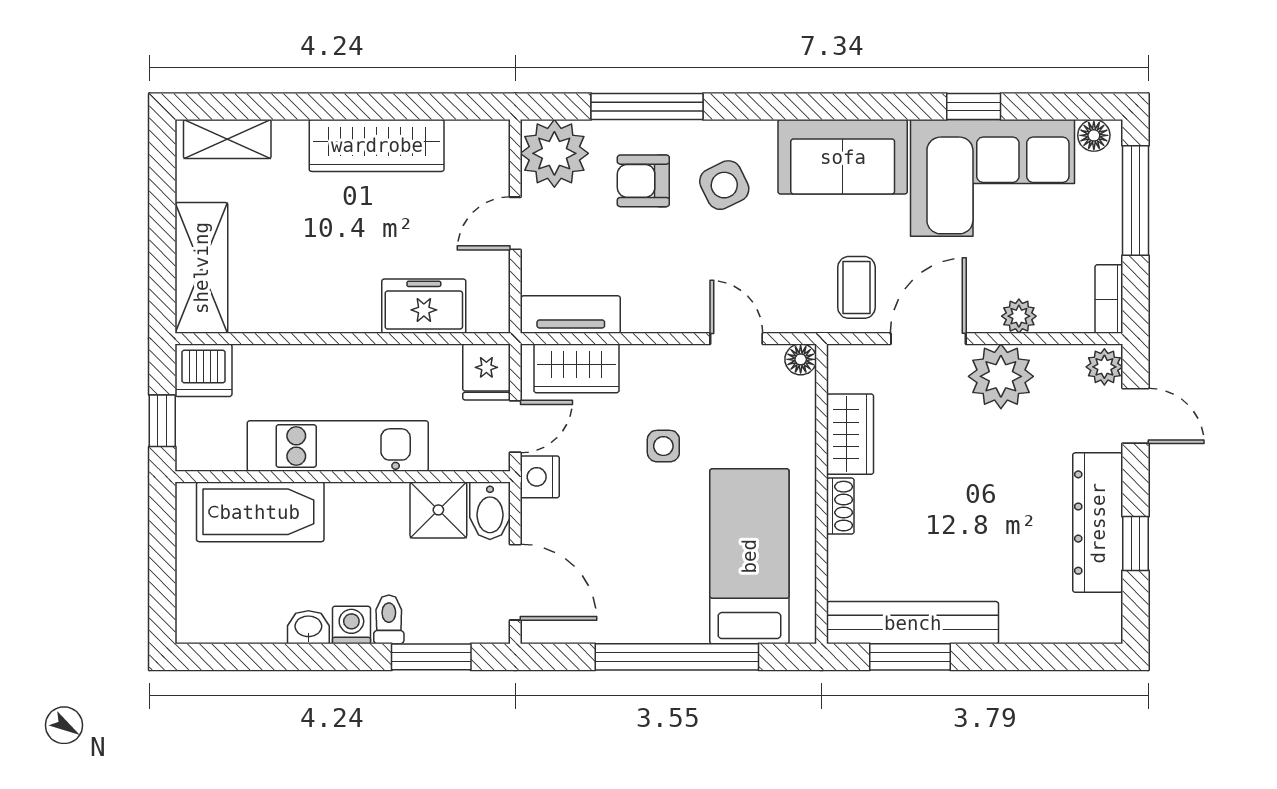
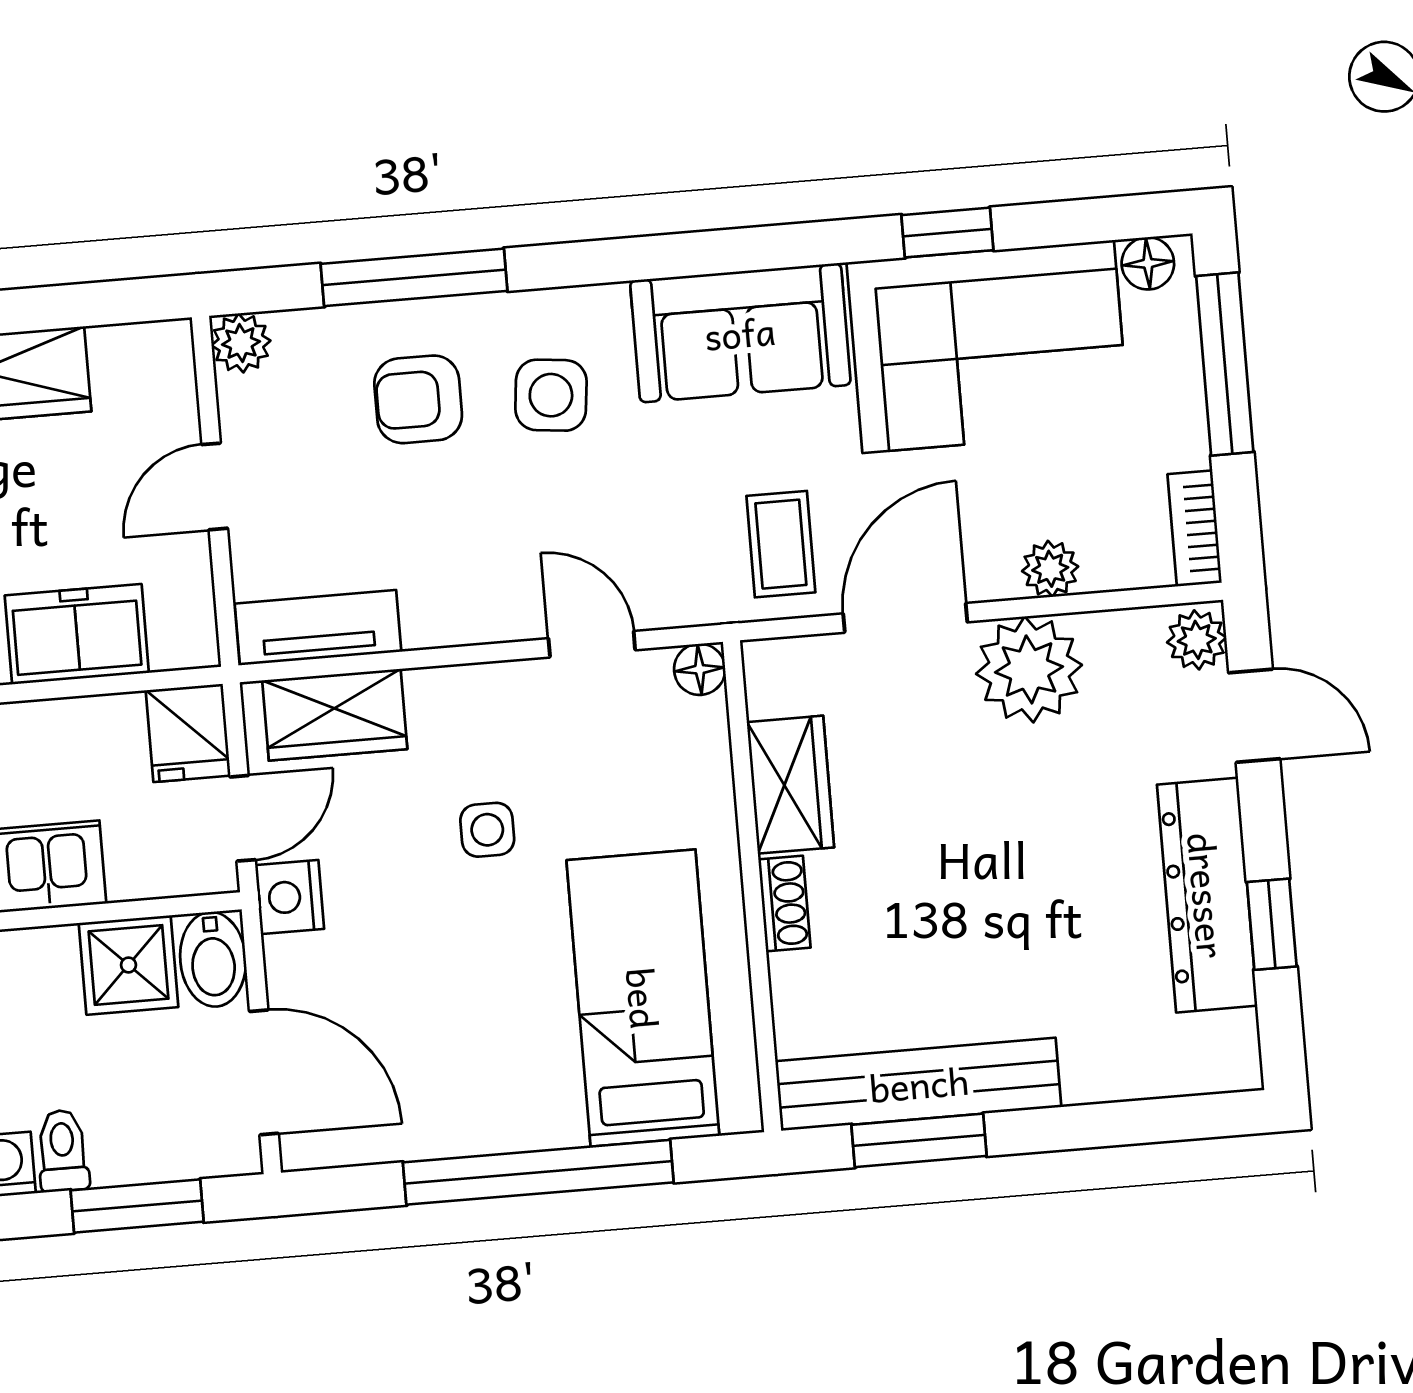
plant: (554, 153) -> (241, 343), width x0.53, depth x0.53
side table: (724, 185) -> (551, 395), turned 32

